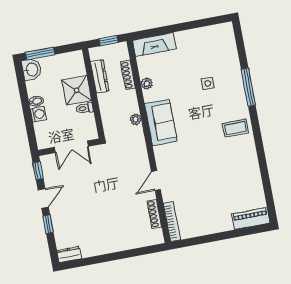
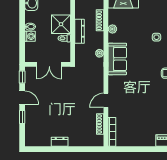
dresser: (100, 76) -> (80, 31), moved
door: (43, 198) -> (22, 98), hinge flipped
dresser: (69, 255) -> (60, 142), moved

